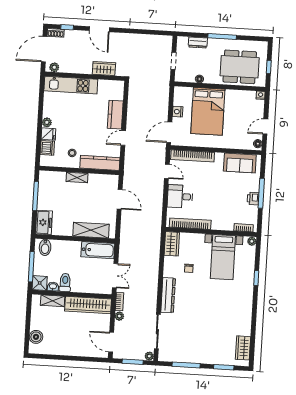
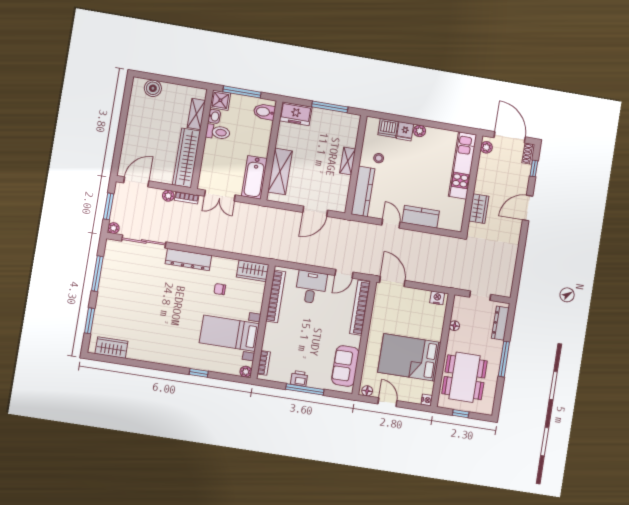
dresser: (198, 42) -> (500, 323), width x1.44
bed: (208, 111) -> (409, 357), moved
nightstand: (178, 112) -> (437, 298), moved

